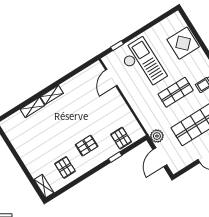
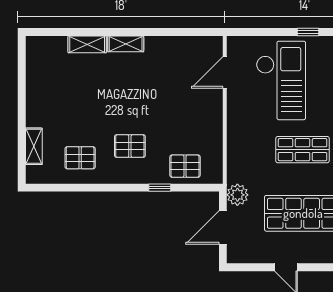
window: (117, 46) -> (308, 32), moved
pallet: (121, 138) -> (185, 166), turned 90
pallet: (65, 167) -> (80, 158), turned 90
shelving: (44, 186) -> (34, 146), moved

